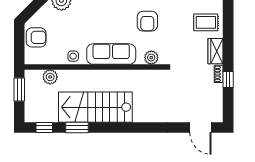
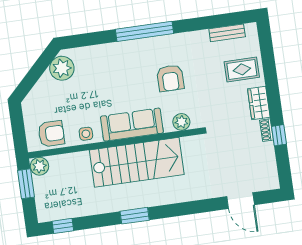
armchair: (36, 37) -> (51, 134), moved
plant: (50, 77) -> (39, 166), moved
stairs: (95, 107) -> (137, 162), moved, turned 180
window: (77, 128) -> (135, 216), moved
door: (200, 128) -> (241, 201), moved

